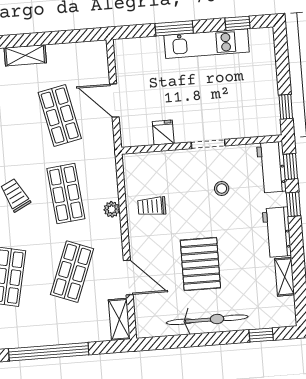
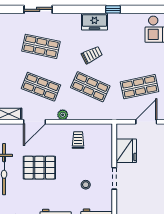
fridge: (163, 132) -> (126, 151), width x1.88, depth x1.34
shop shelf: (66, 194) -> (90, 87), turned 30
plant: (112, 209) -> (63, 115), moved

